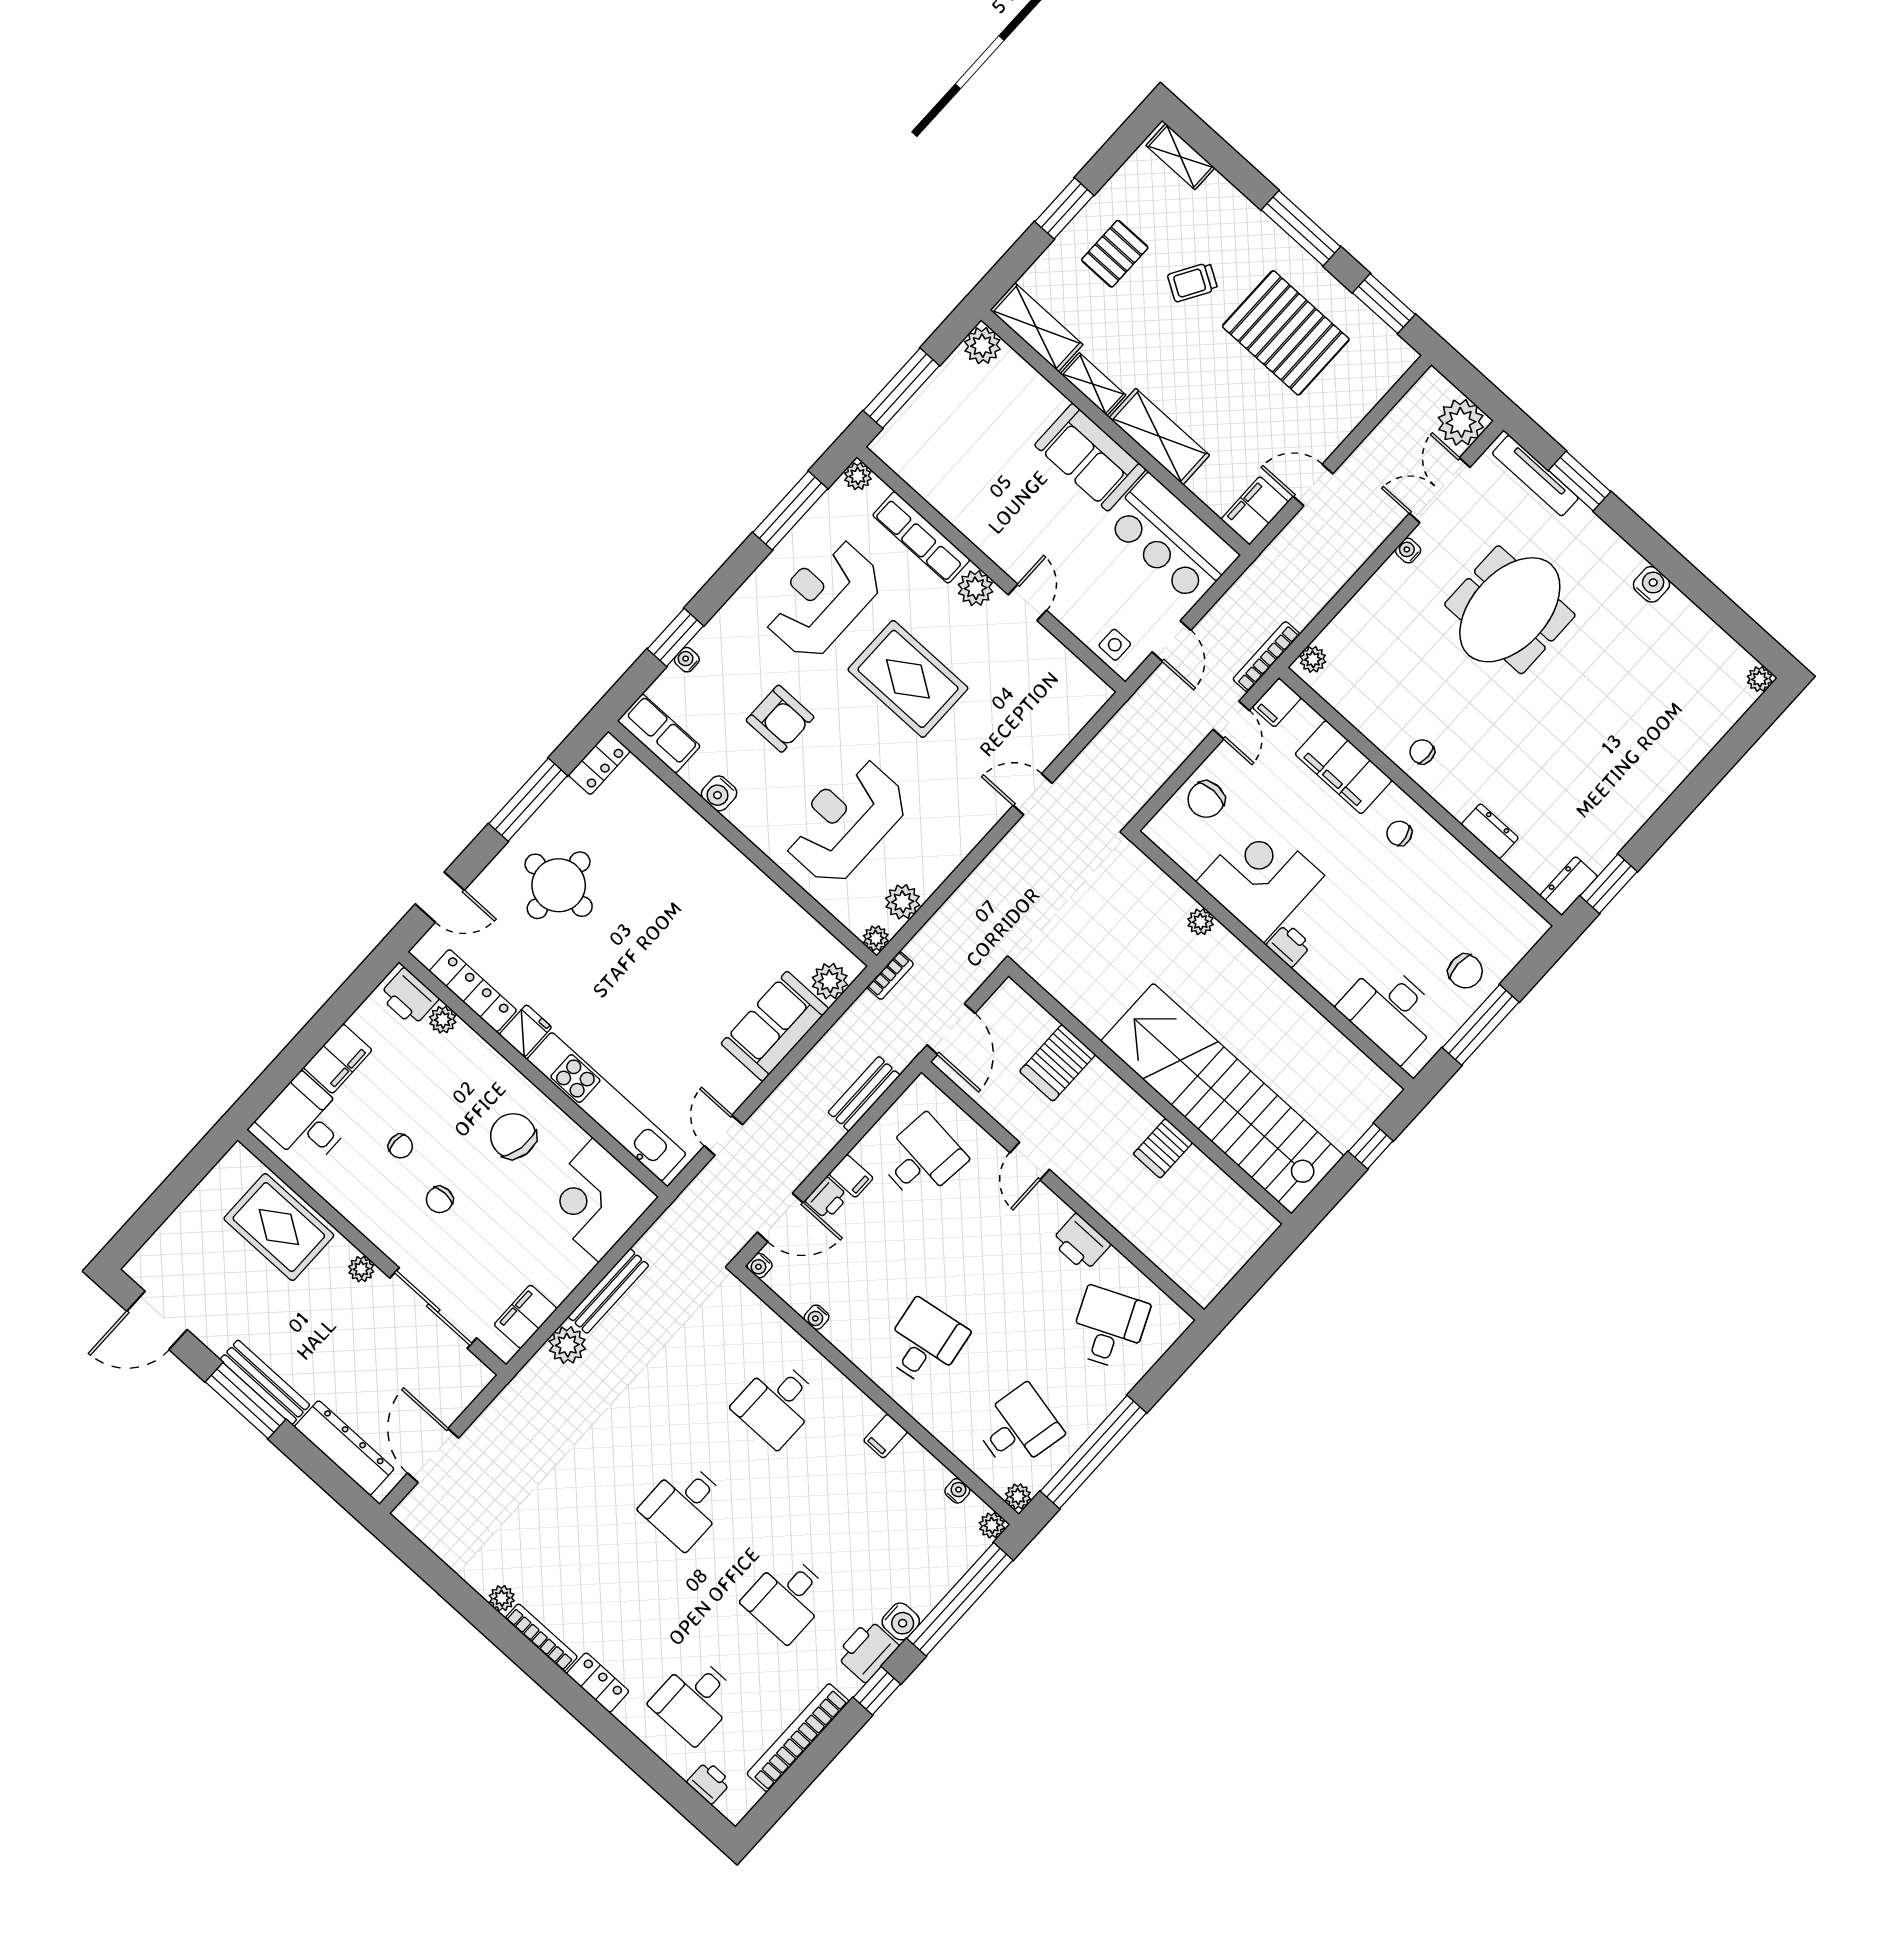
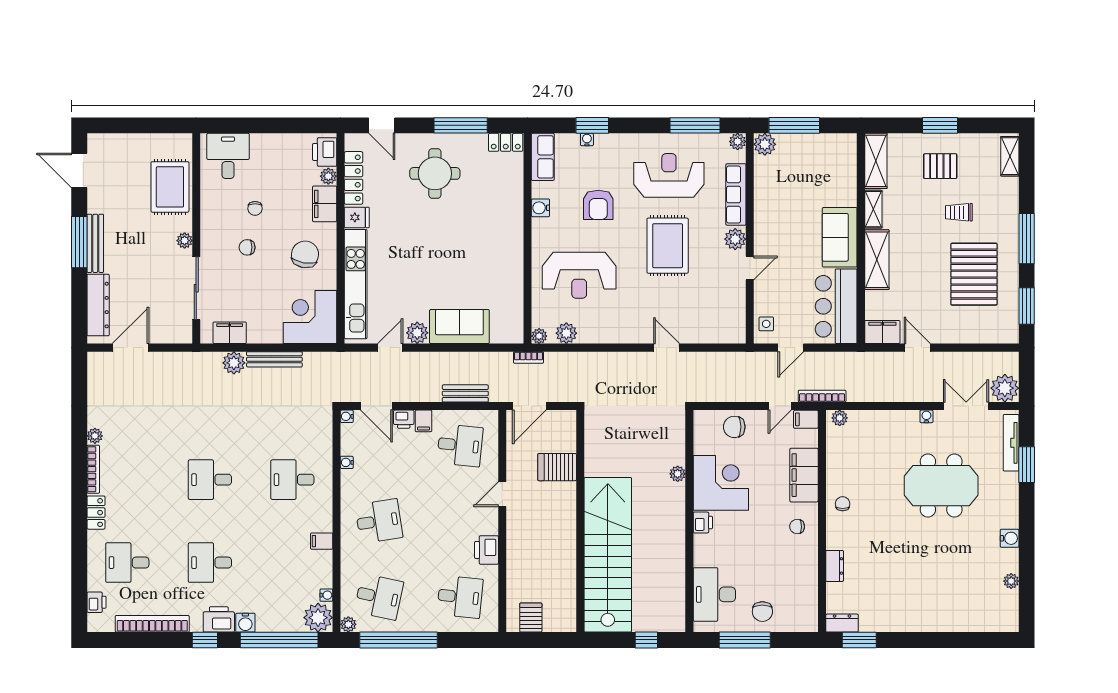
trolley: (1193, 282) -> (959, 212), turned -31
plant: (982, 346) -> (765, 144), moved
plant: (1760, 679) -> (1011, 581), moved
reception desk: (846, 821) -> (579, 275), turned 180
chair: (1399, 833) -> (797, 527), turned -78
plant: (830, 981) -> (417, 333), moved
filing cabinet: (338, 1059) -> (325, 204), moved, turned 90
server rack: (1163, 1148) -> (531, 618), moved, turned 90
desk: (1109, 1328) -> (460, 597), turned 30
plant: (992, 1525) -> (318, 618), width x1.87, depth x1.87

